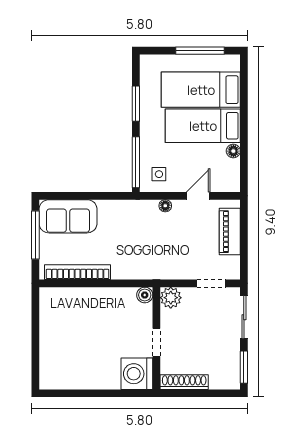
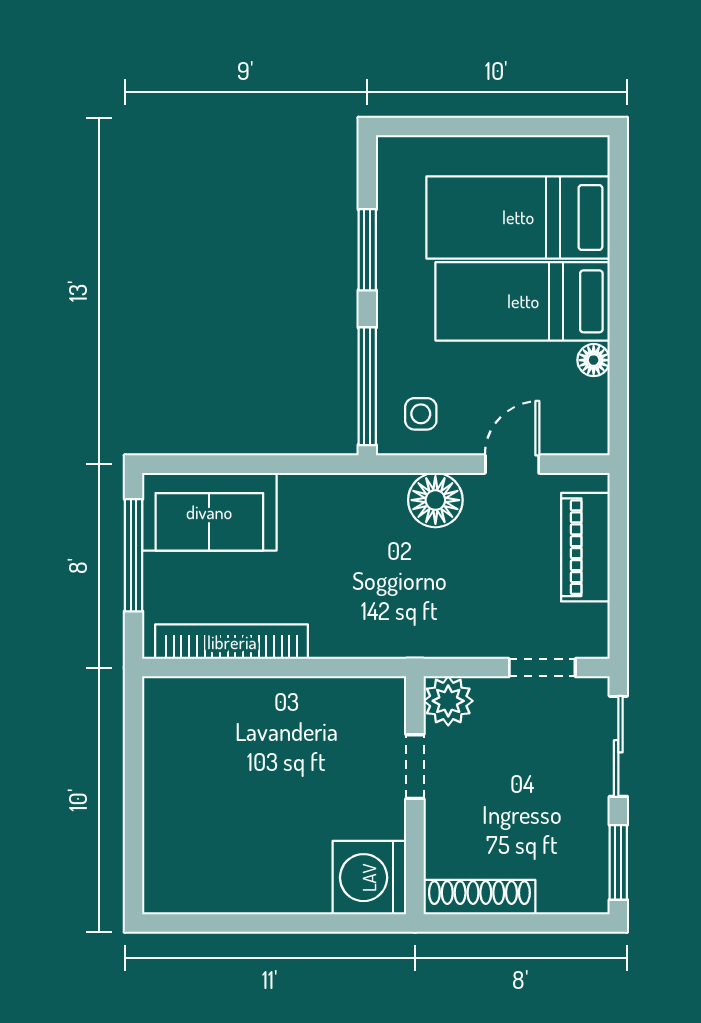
window: (200, 51) -> (516, 127), removed
floor lamp: (165, 206) -> (435, 500), width x1.89, depth x1.89
boiler: (145, 295) -> (388, 695), removed
doorway: (156, 342) -> (415, 767), moved

